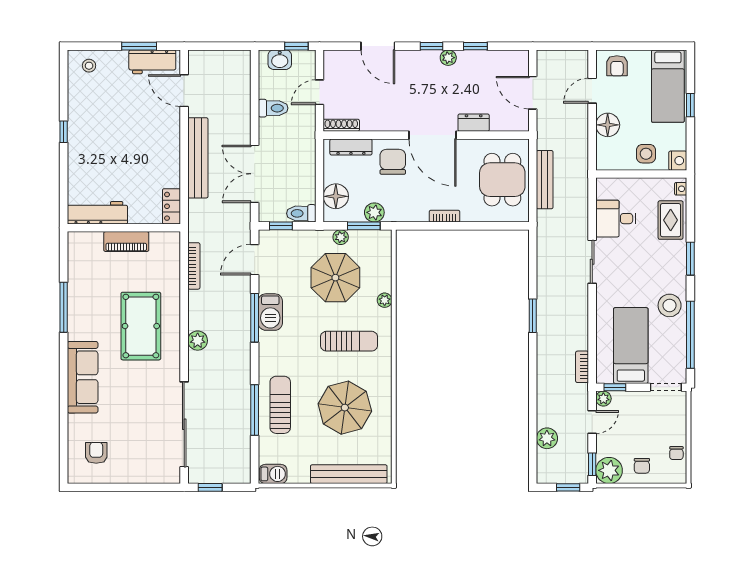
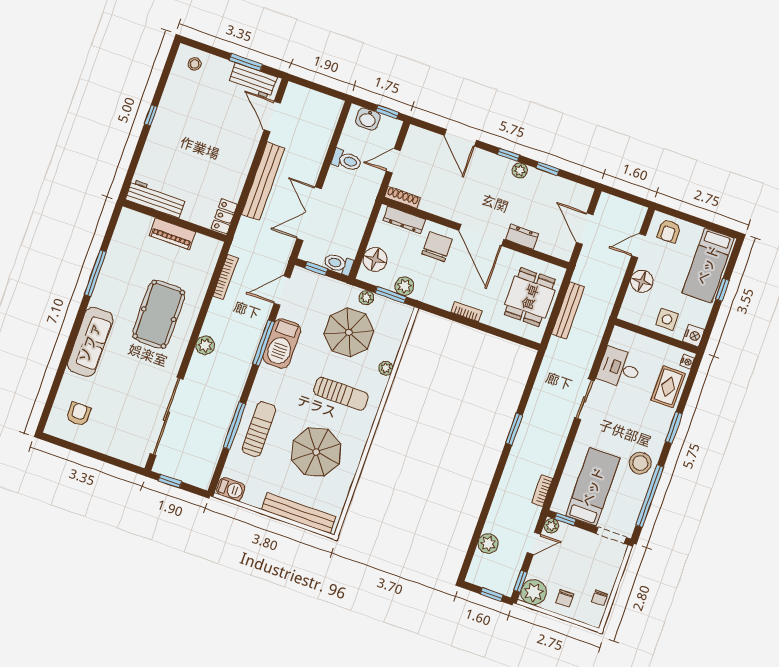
barbecue: (270, 312) -> (282, 343), width x1.37, depth x1.21

